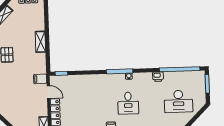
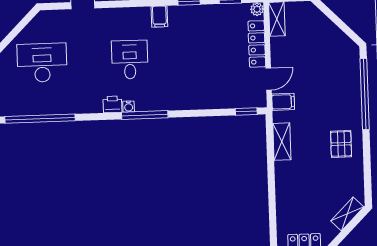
shelving: (40, 42) -> (282, 142), moved
printer: (158, 77) -> (112, 104), moved
door: (48, 92) -> (269, 79), swing flipped

